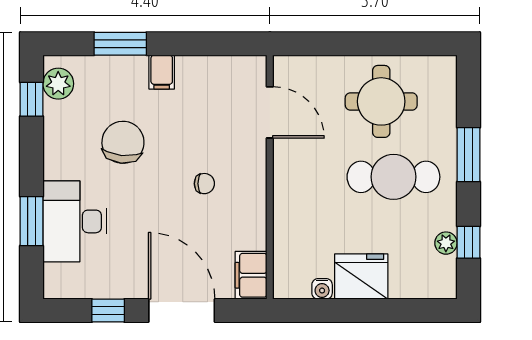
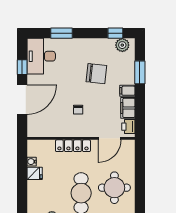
printer: (243, 70) -> (128, 127), added
locker: (286, 195) -> (73, 146), added
desk: (75, 221) -> (41, 56), moved, turned -90
filing cabinet: (251, 275) -> (128, 108), moved, turned -90
fridge: (361, 276) -> (35, 173), width x0.53, depth x0.75

